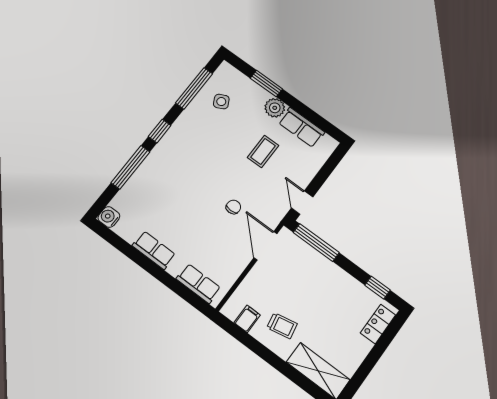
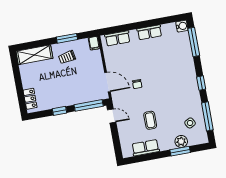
plant: (275, 108) -> (181, 141), moved
window: (130, 167) -> (194, 42), moved
window: (377, 288) -> (59, 111), moved
filing cabinet: (247, 319) -> (94, 43), moved
window: (258, 348) -> (67, 38), added

